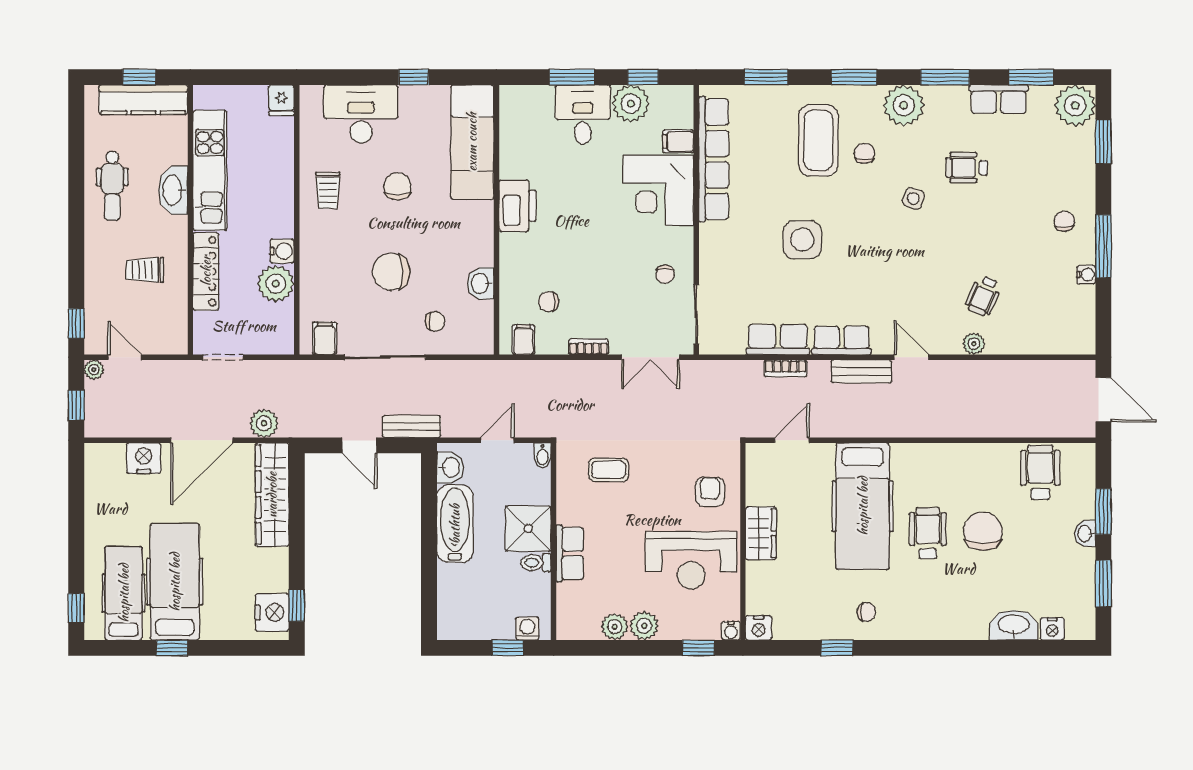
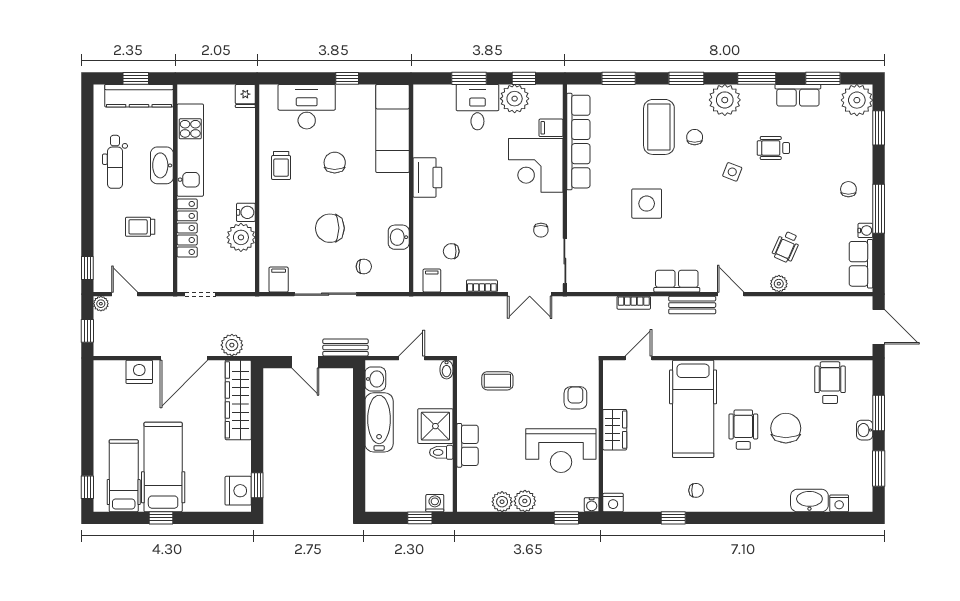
row of seats: (778, 339) -> (861, 264), moved, turned -90

